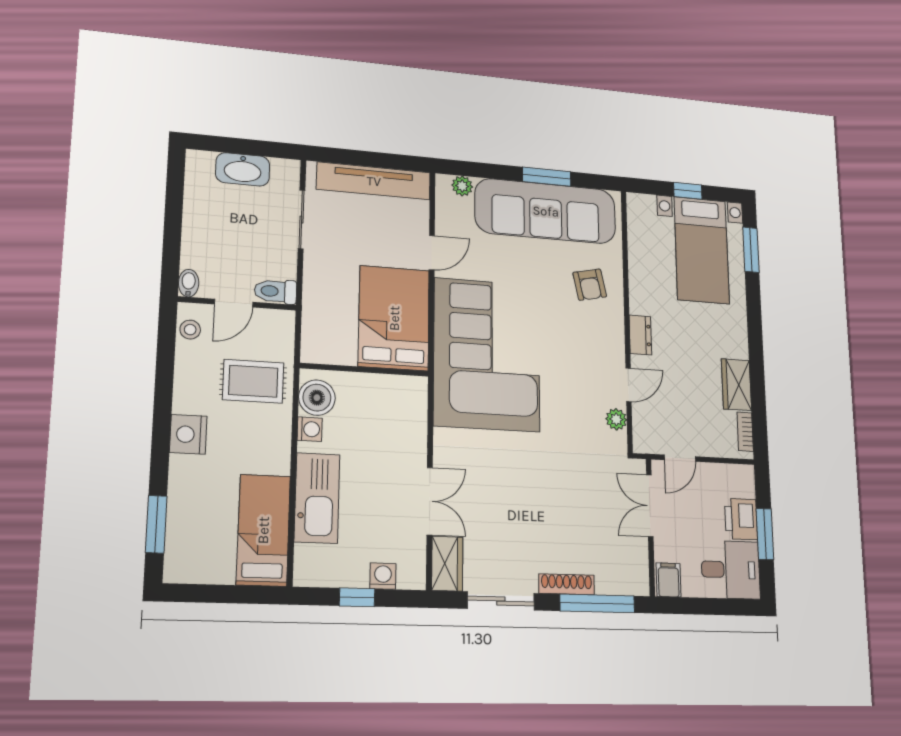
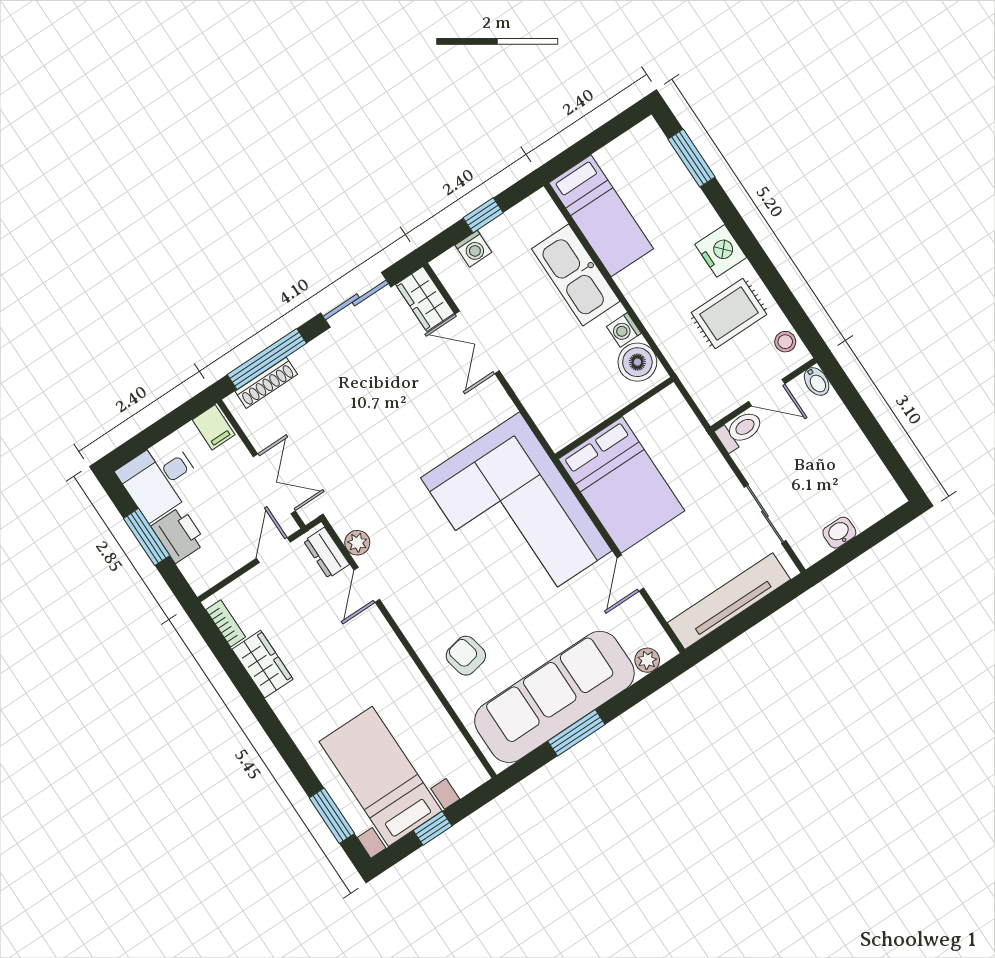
washbasin: (243, 169) -> (839, 533), width x0.52, depth x0.69
door: (234, 303) -> (767, 393), swing flipped
dresser: (640, 335) -> (326, 553), moved
rug: (253, 381) -> (729, 313), moved
shoe rack: (567, 584) -> (266, 383), moved

